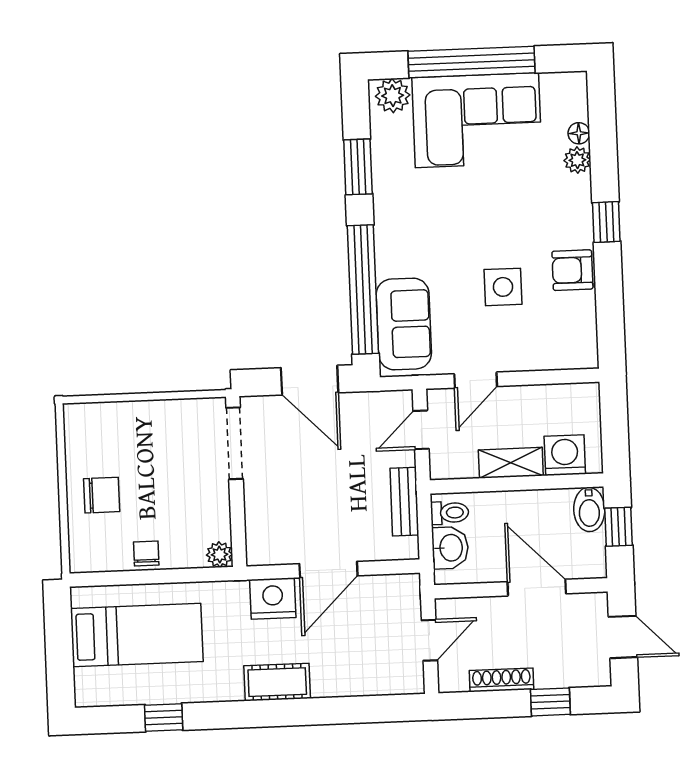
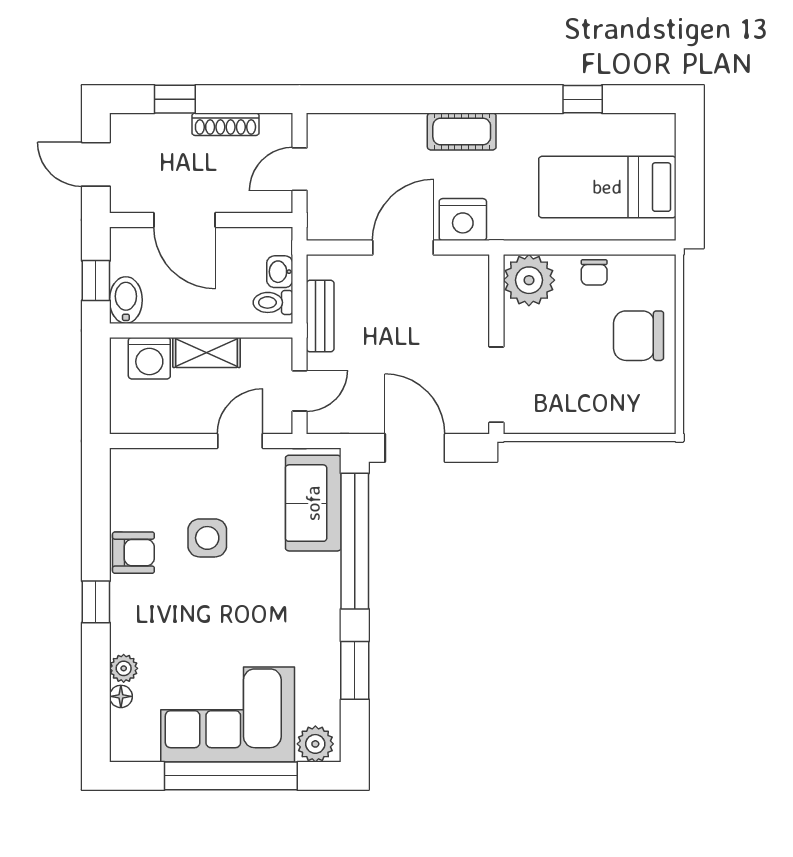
chair: (102, 495) -> (639, 336), width x1.37, depth x1.37
washbasin: (450, 548) -> (280, 272), width x0.72, depth x0.69
plant: (219, 555) -> (529, 280), width x1.87, depth x1.87

